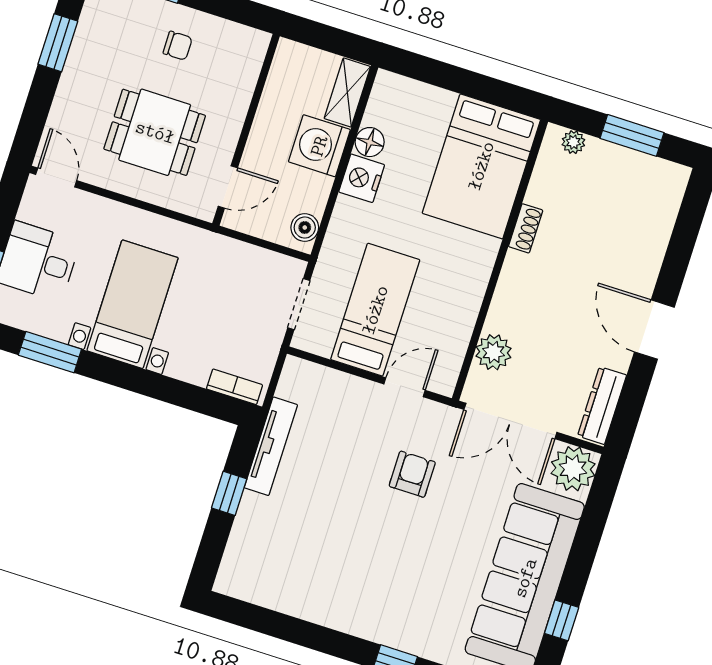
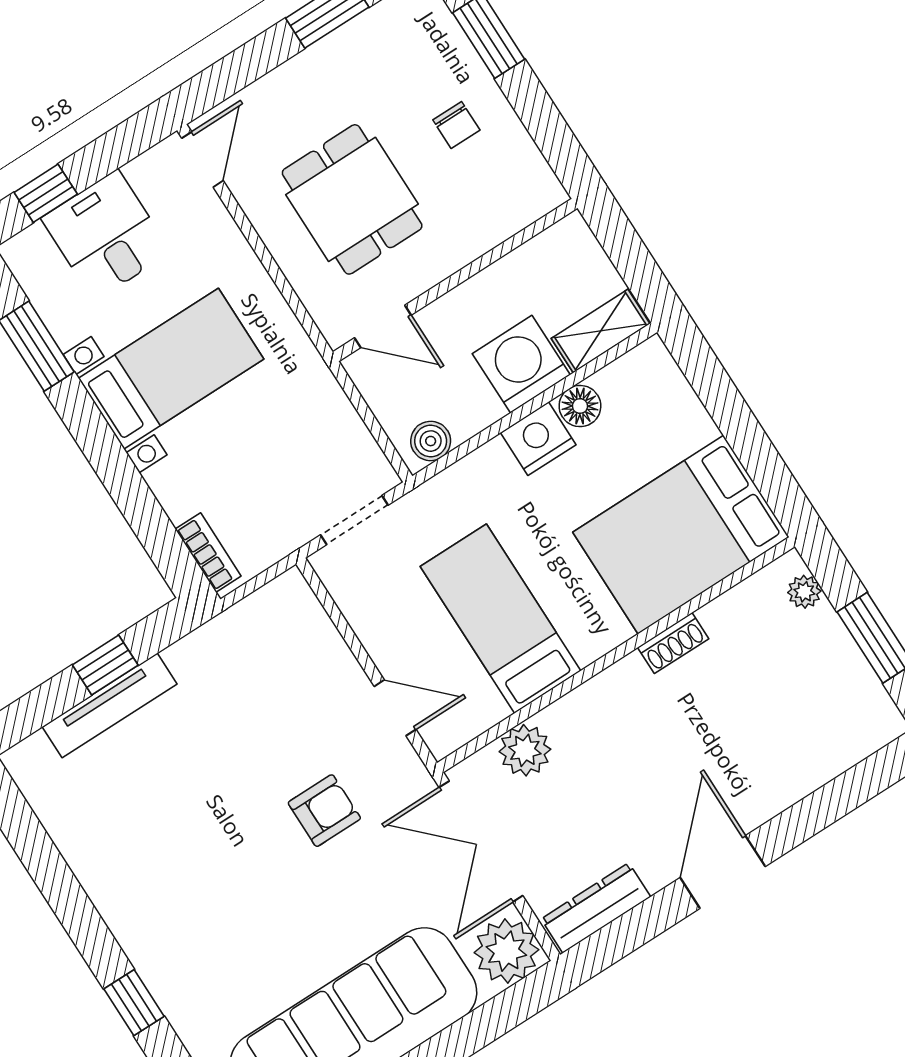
bed: (375, 310) -> (500, 619), moved, turned -90
tv unit: (271, 446) -> (110, 705), moved

